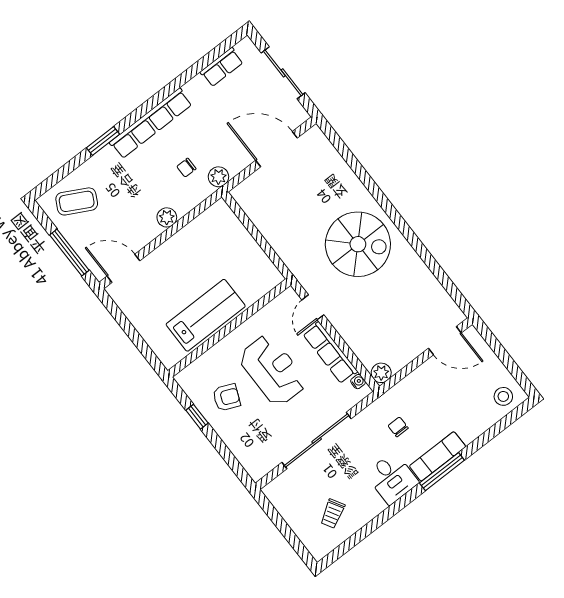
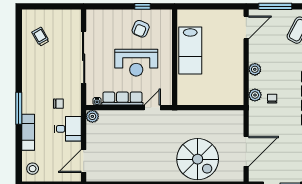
plant: (218, 177) -> (255, 95), moved
spiral stairs: (358, 244) -> (198, 159), moved, turned -90
door: (313, 307) -> (152, 108), hinge flipped
exam couch: (438, 456) -> (28, 132), moved
desk: (392, 478) -> (68, 129), moved, turned 180

